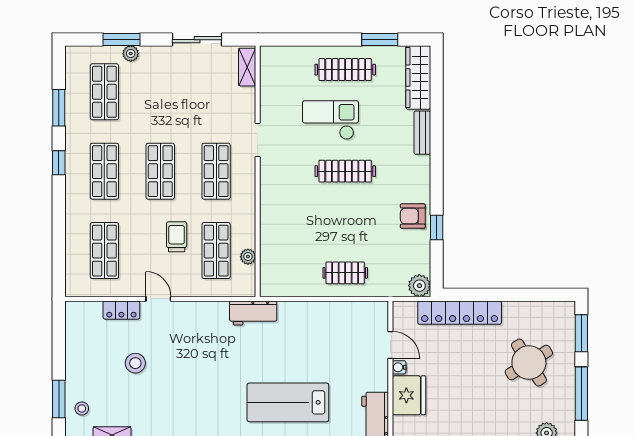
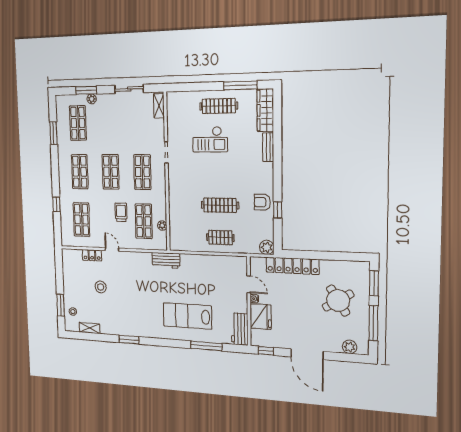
window: (380, 40) -> (240, 85), width x1.44
checkout: (330, 120) -> (210, 139), turned 180
window: (59, 163) -> (56, 204), moved
clothes rail: (345, 171) -> (220, 205), moved

